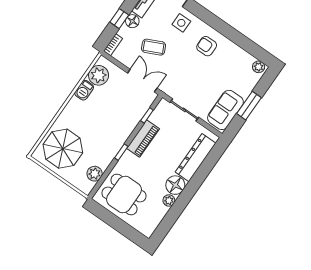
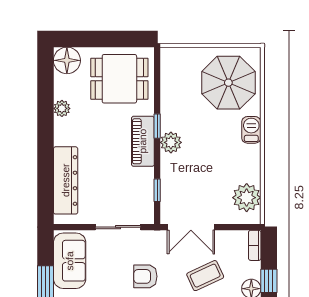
armchair: (188, 71) -> (145, 276), added
barbecue: (84, 90) -> (251, 130), moved
piano: (143, 139) -> (143, 141), moved
plant: (95, 174) -> (171, 142), moved
floor lamp: (175, 185) -> (67, 60), moved

